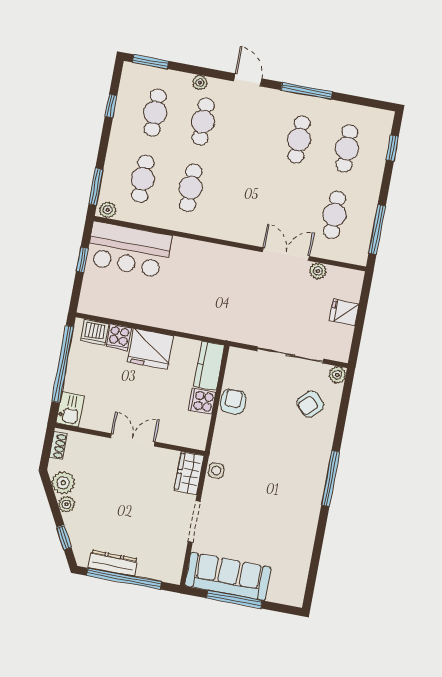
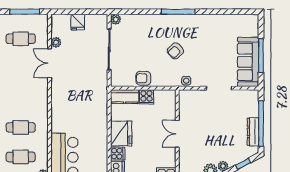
armchair: (310, 404) -> (175, 51), moved, turned 92
wardrobe: (189, 473) -> (191, 97), removed

